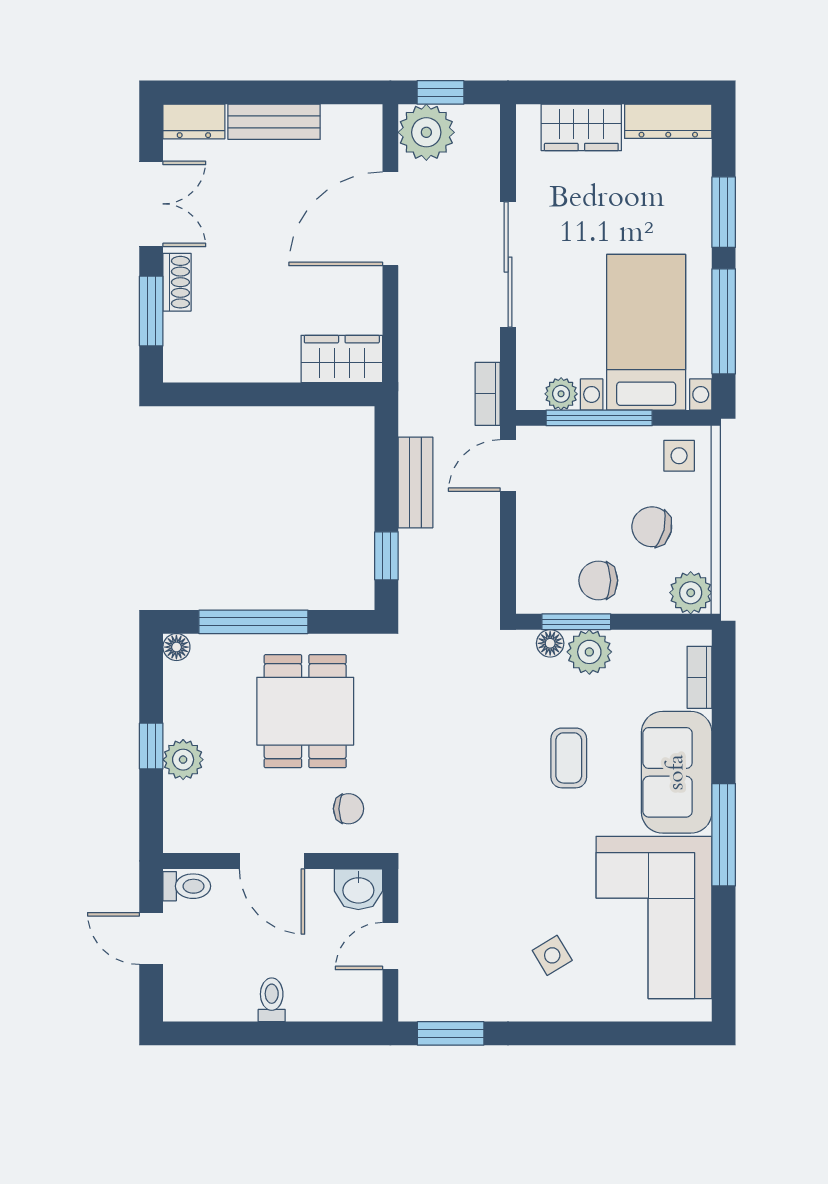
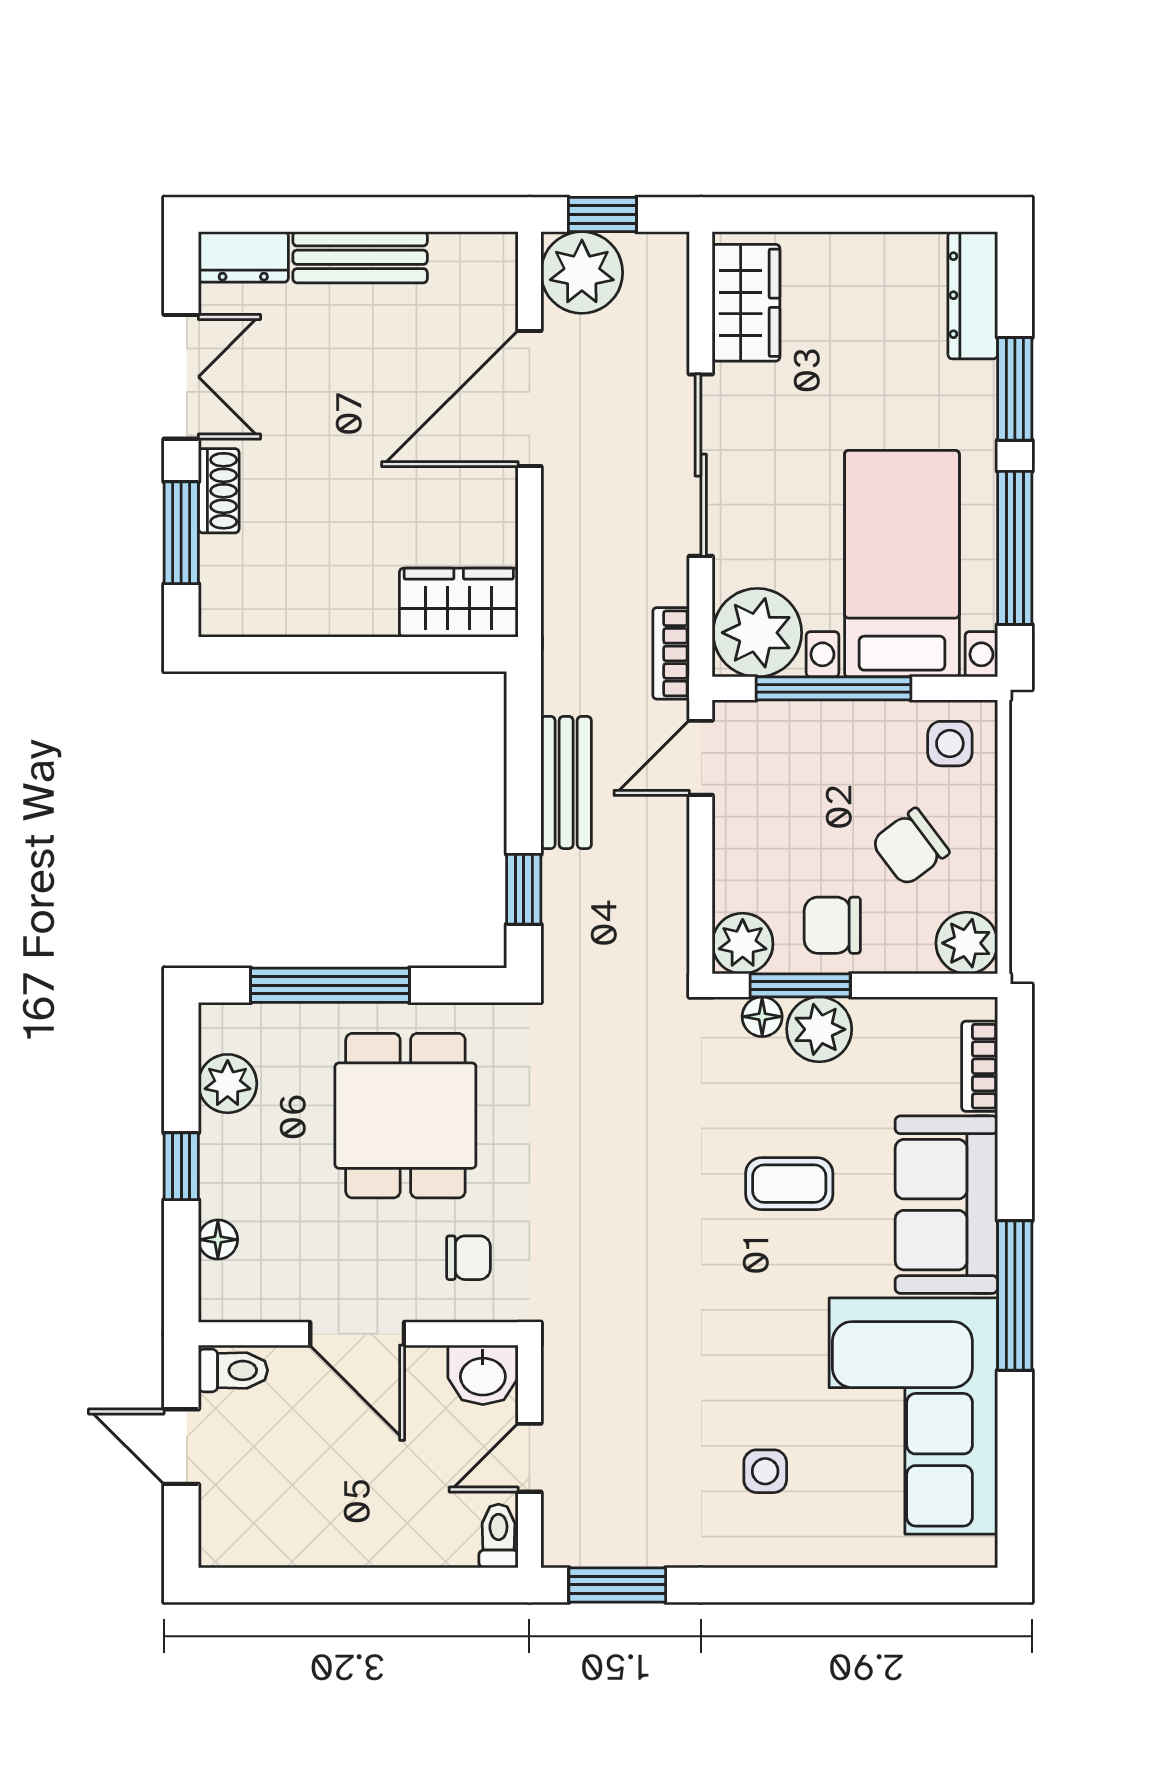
dresser: (668, 121) -> (973, 295), moved, turned 90
wardrobe: (581, 127) -> (746, 303), moved, turned -90
plant: (561, 394) -> (757, 633), width x1.87, depth x1.87
chair: (652, 527) -> (910, 847), turned -51
plant: (537, 593) -> (743, 944), added
floor lamp: (176, 647) -> (218, 1240), moved
coffee table: (569, 758) -> (789, 1184), turned 90
plant: (183, 760) -> (228, 1084), moved
side table: (552, 955) -> (765, 1471), turned 31
toilet: (272, 1000) -> (498, 1536), moved

